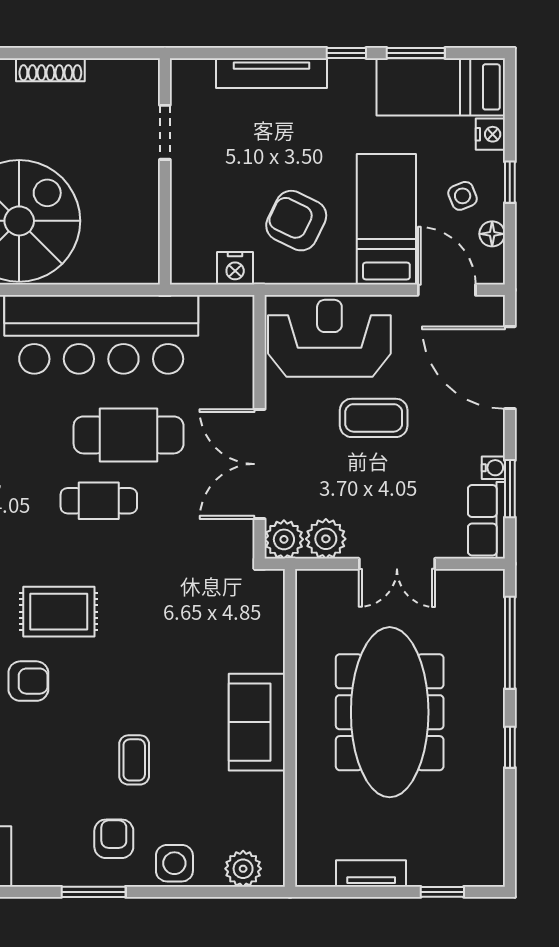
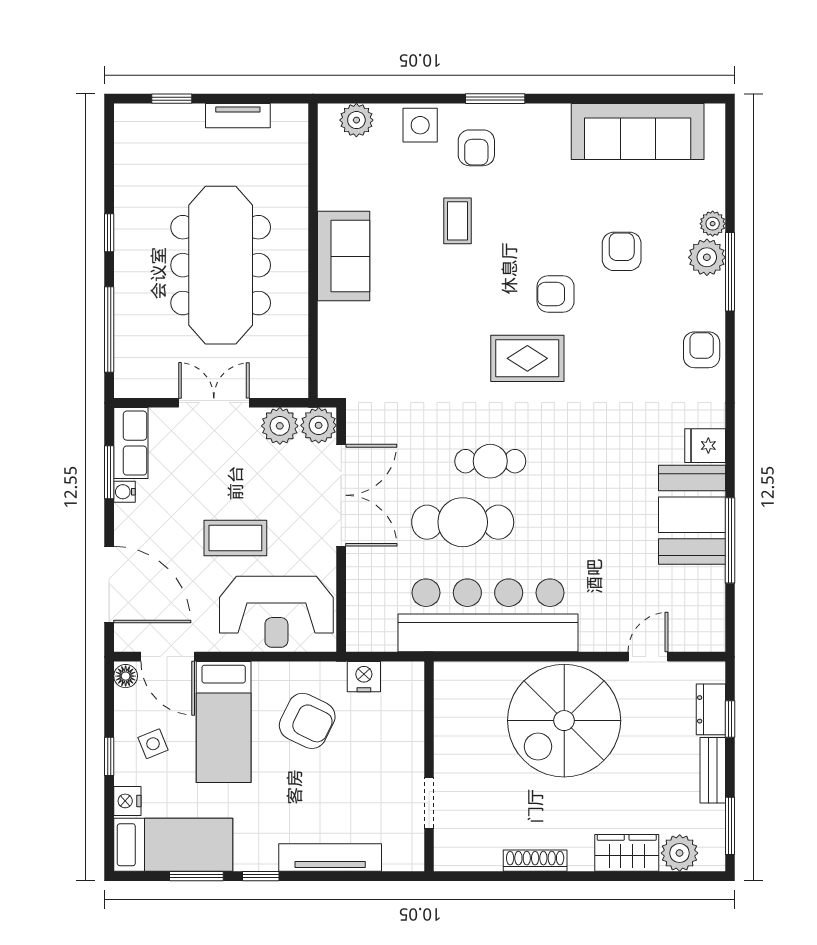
floor lamp: (492, 234) -> (126, 676), moved

